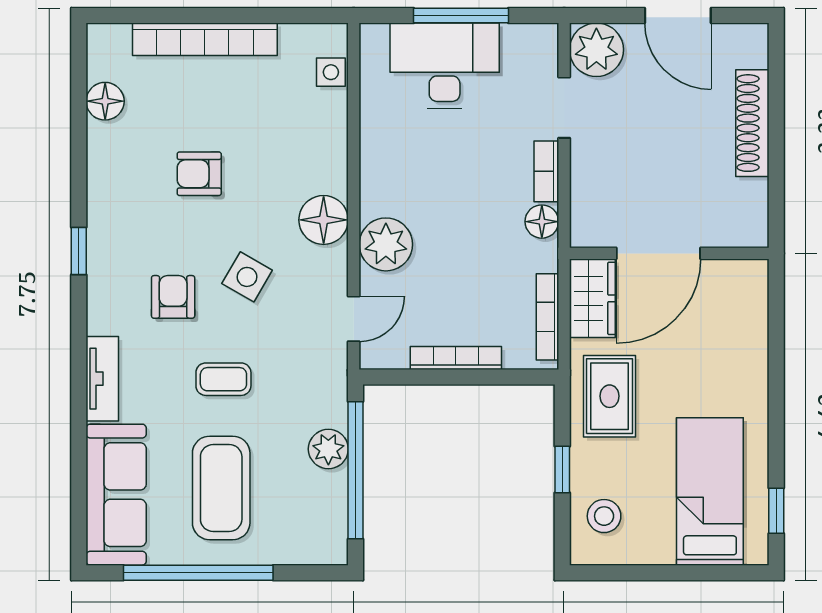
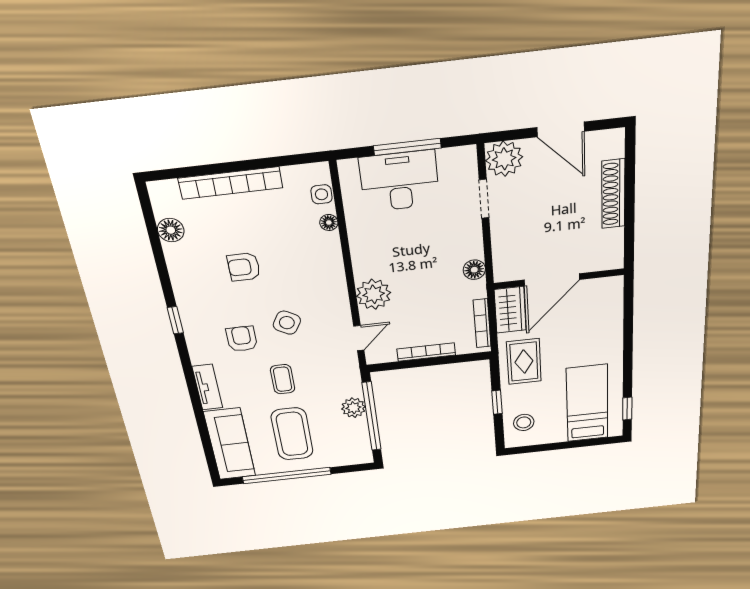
bookcase: (546, 171) -> (475, 240), removed
floor lamp: (324, 220) -> (329, 223), moved, width x0.53, depth x0.53
coffee table: (223, 379) -> (283, 379), turned 90

